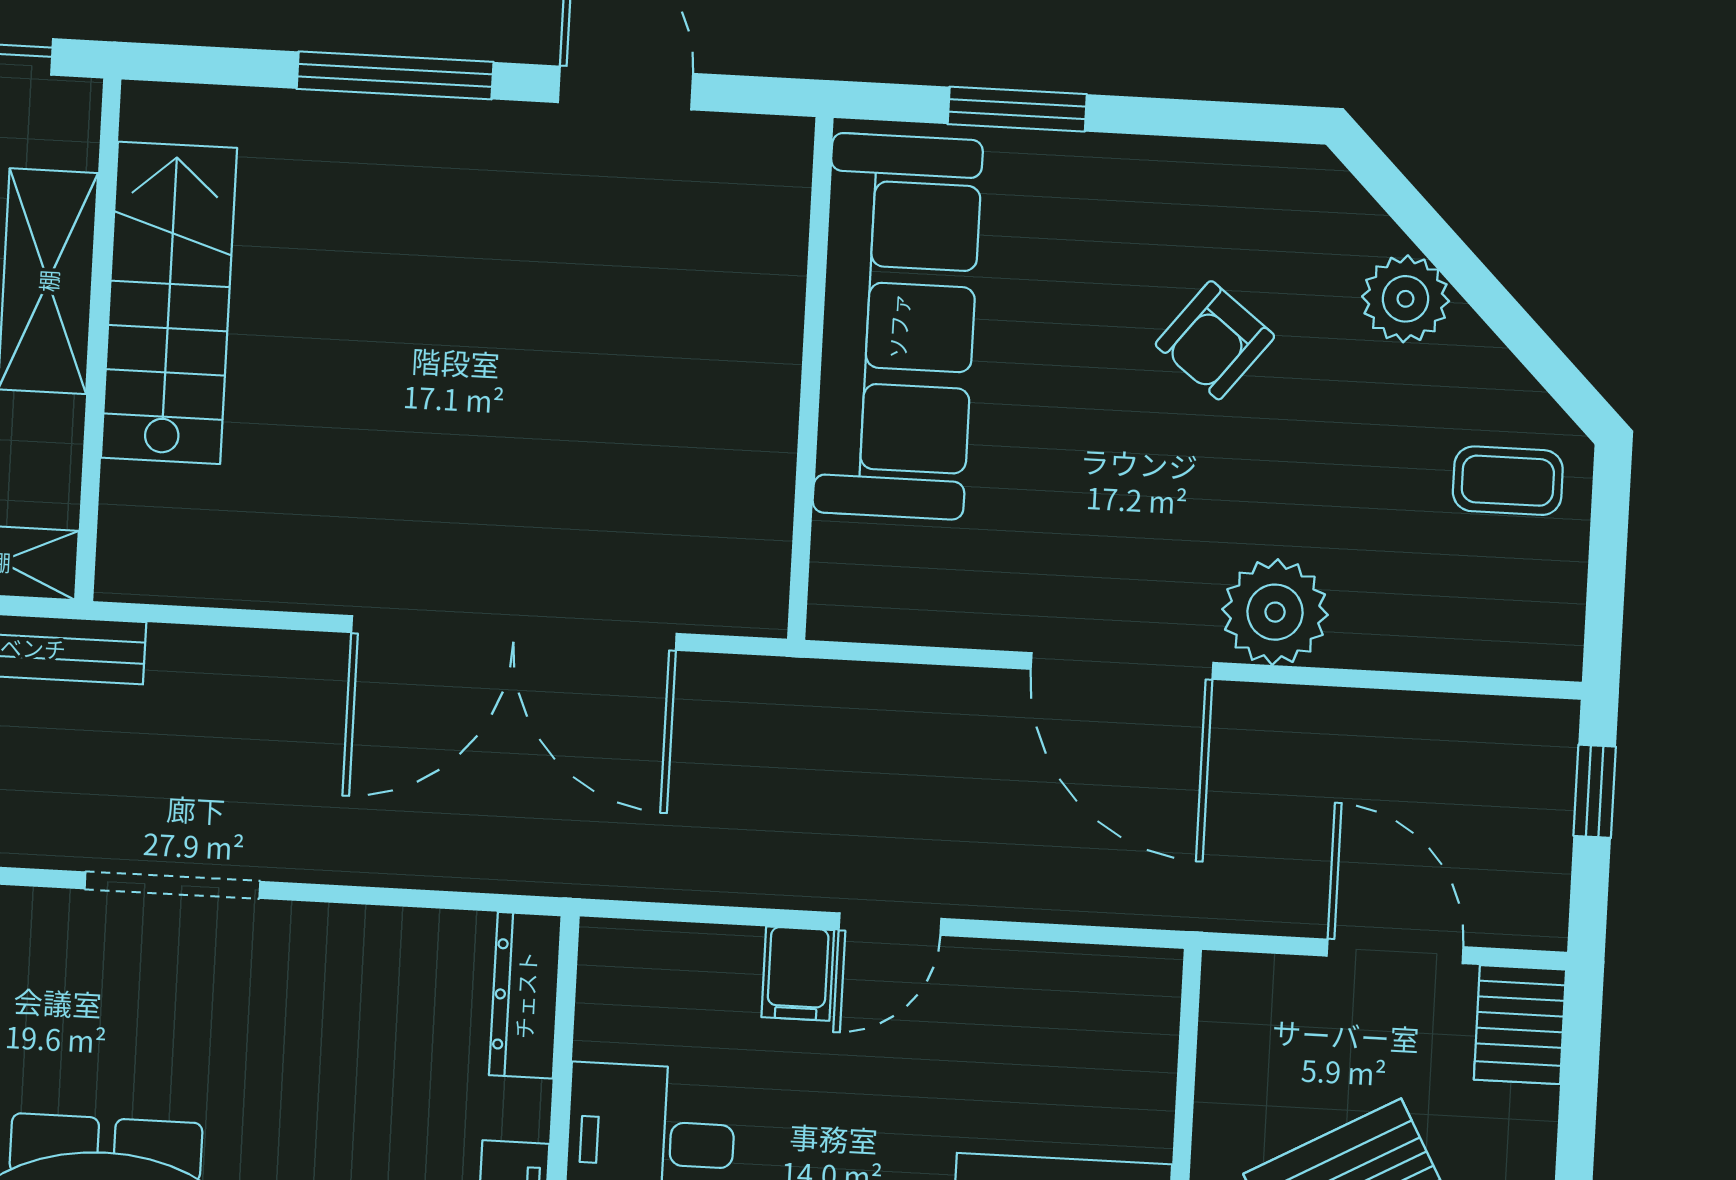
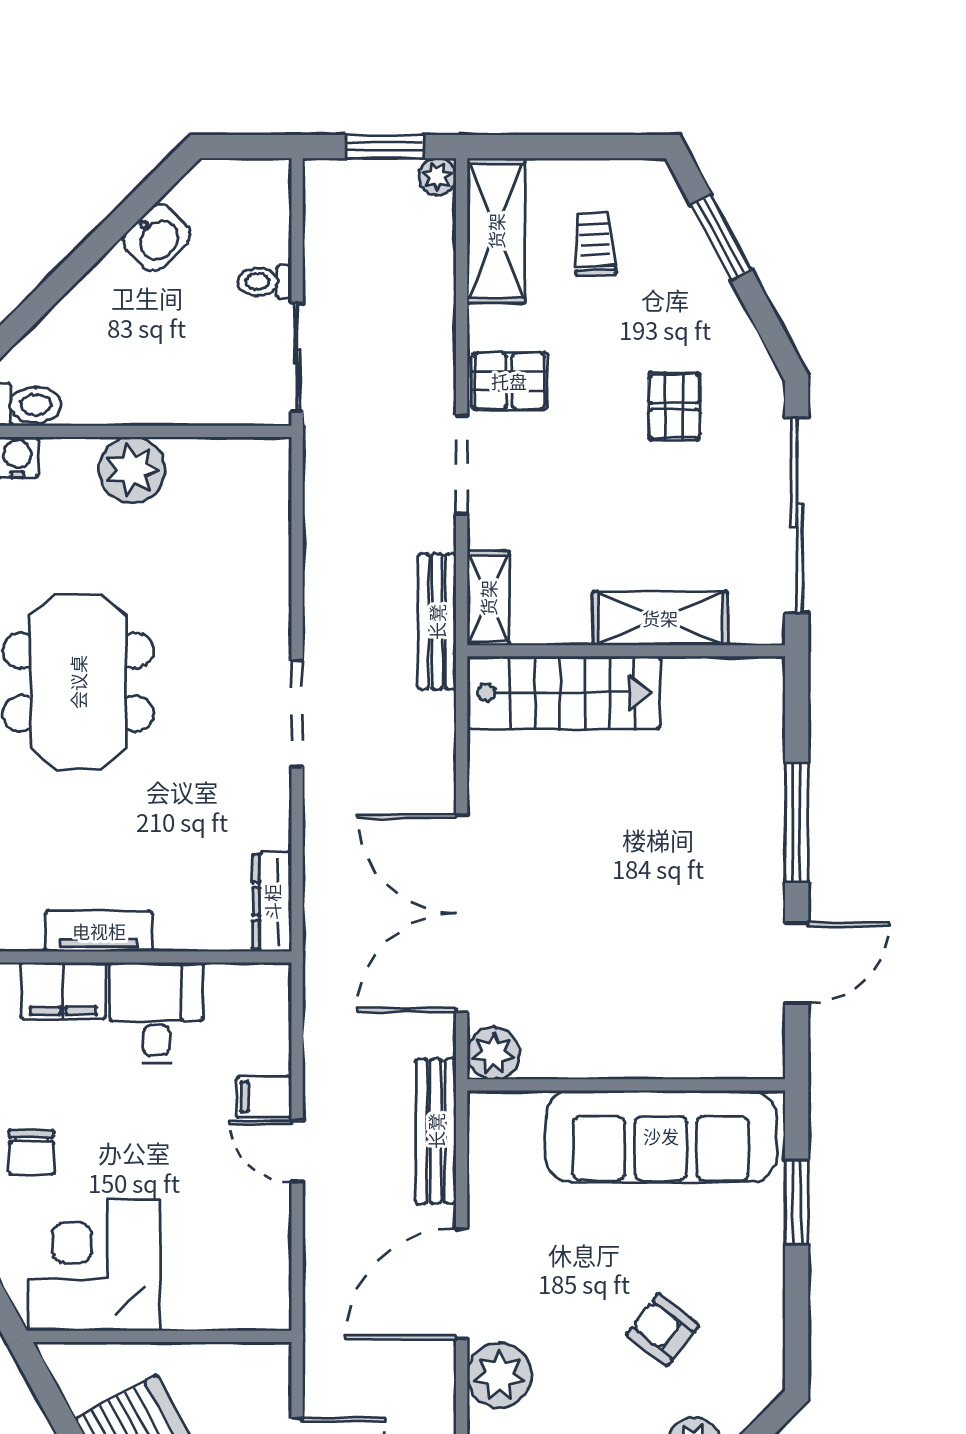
stairs: (169, 303) -> (563, 693), moved
plant: (747, 593) -> (493, 1053), added
bench: (869, 695) -> (436, 1131), added
dresser: (525, 995) -> (272, 902), moved, turned -90

